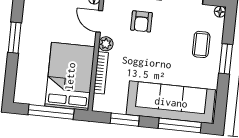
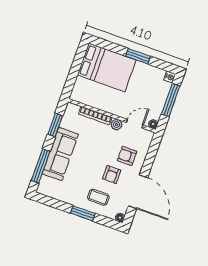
armchair: (169, 35) -> (112, 174), added
bed: (70, 76) -> (107, 67), moved
sofa: (171, 102) -> (60, 154), width x0.74, depth x0.79
window: (51, 112) -> (75, 70), removed

